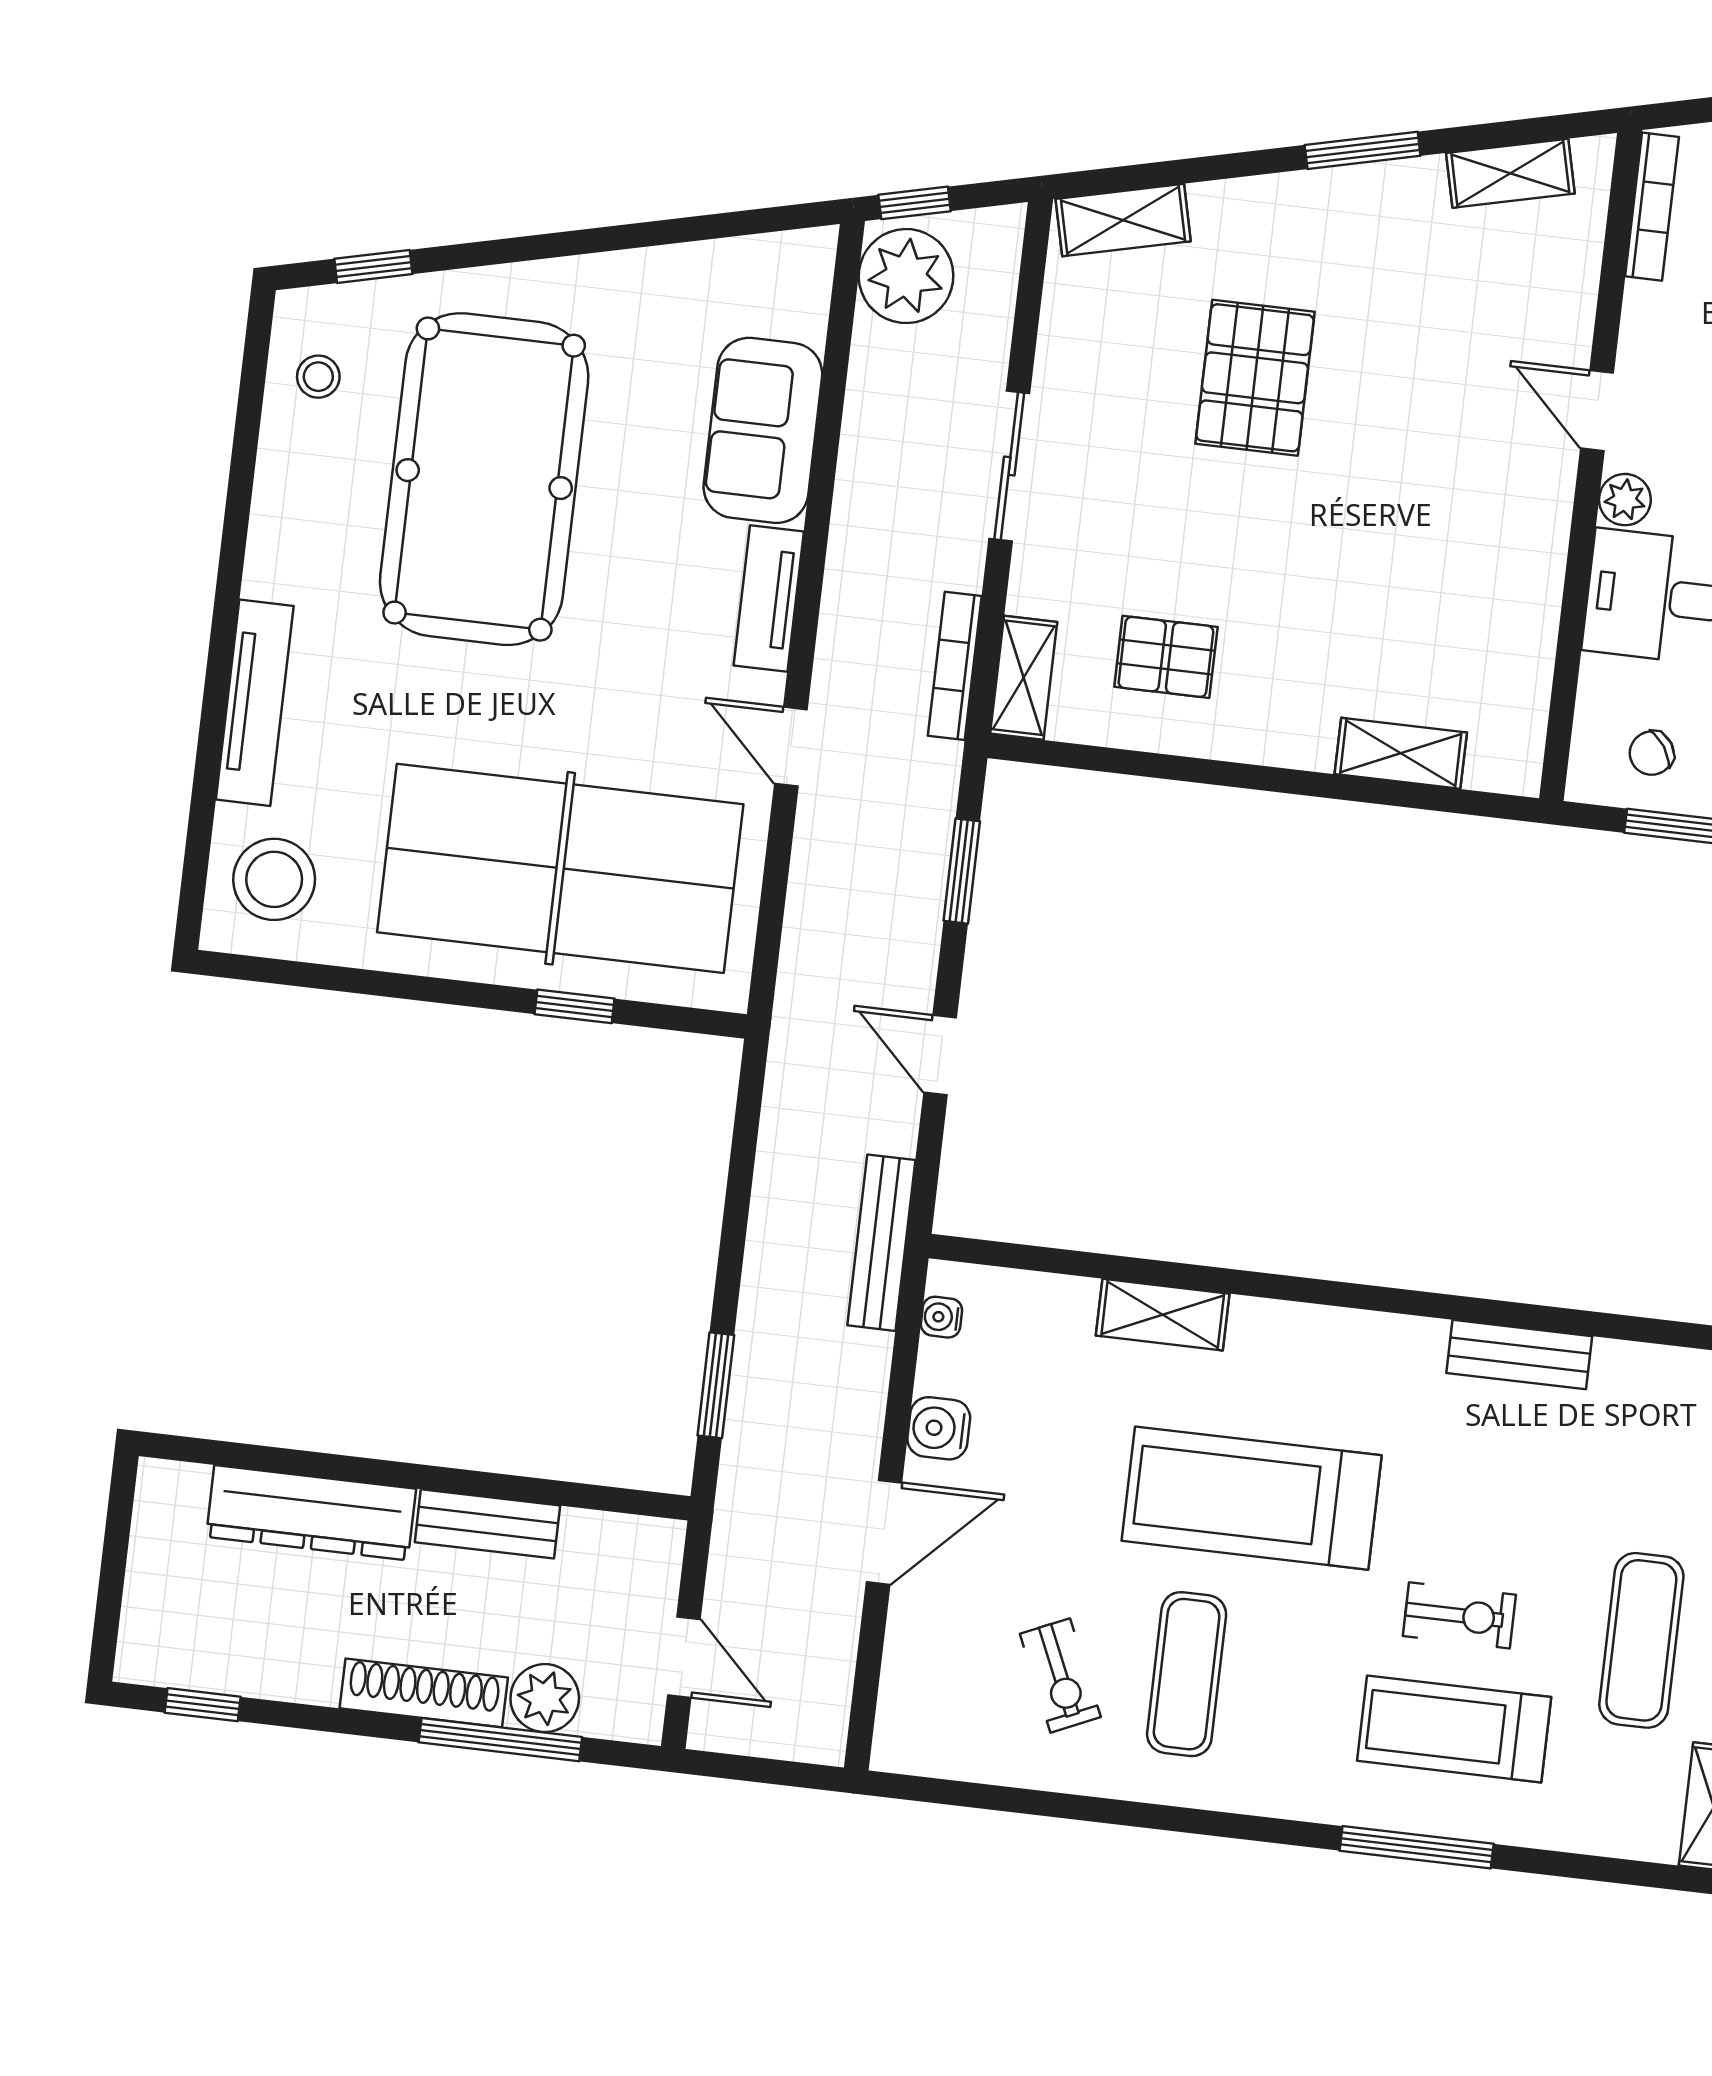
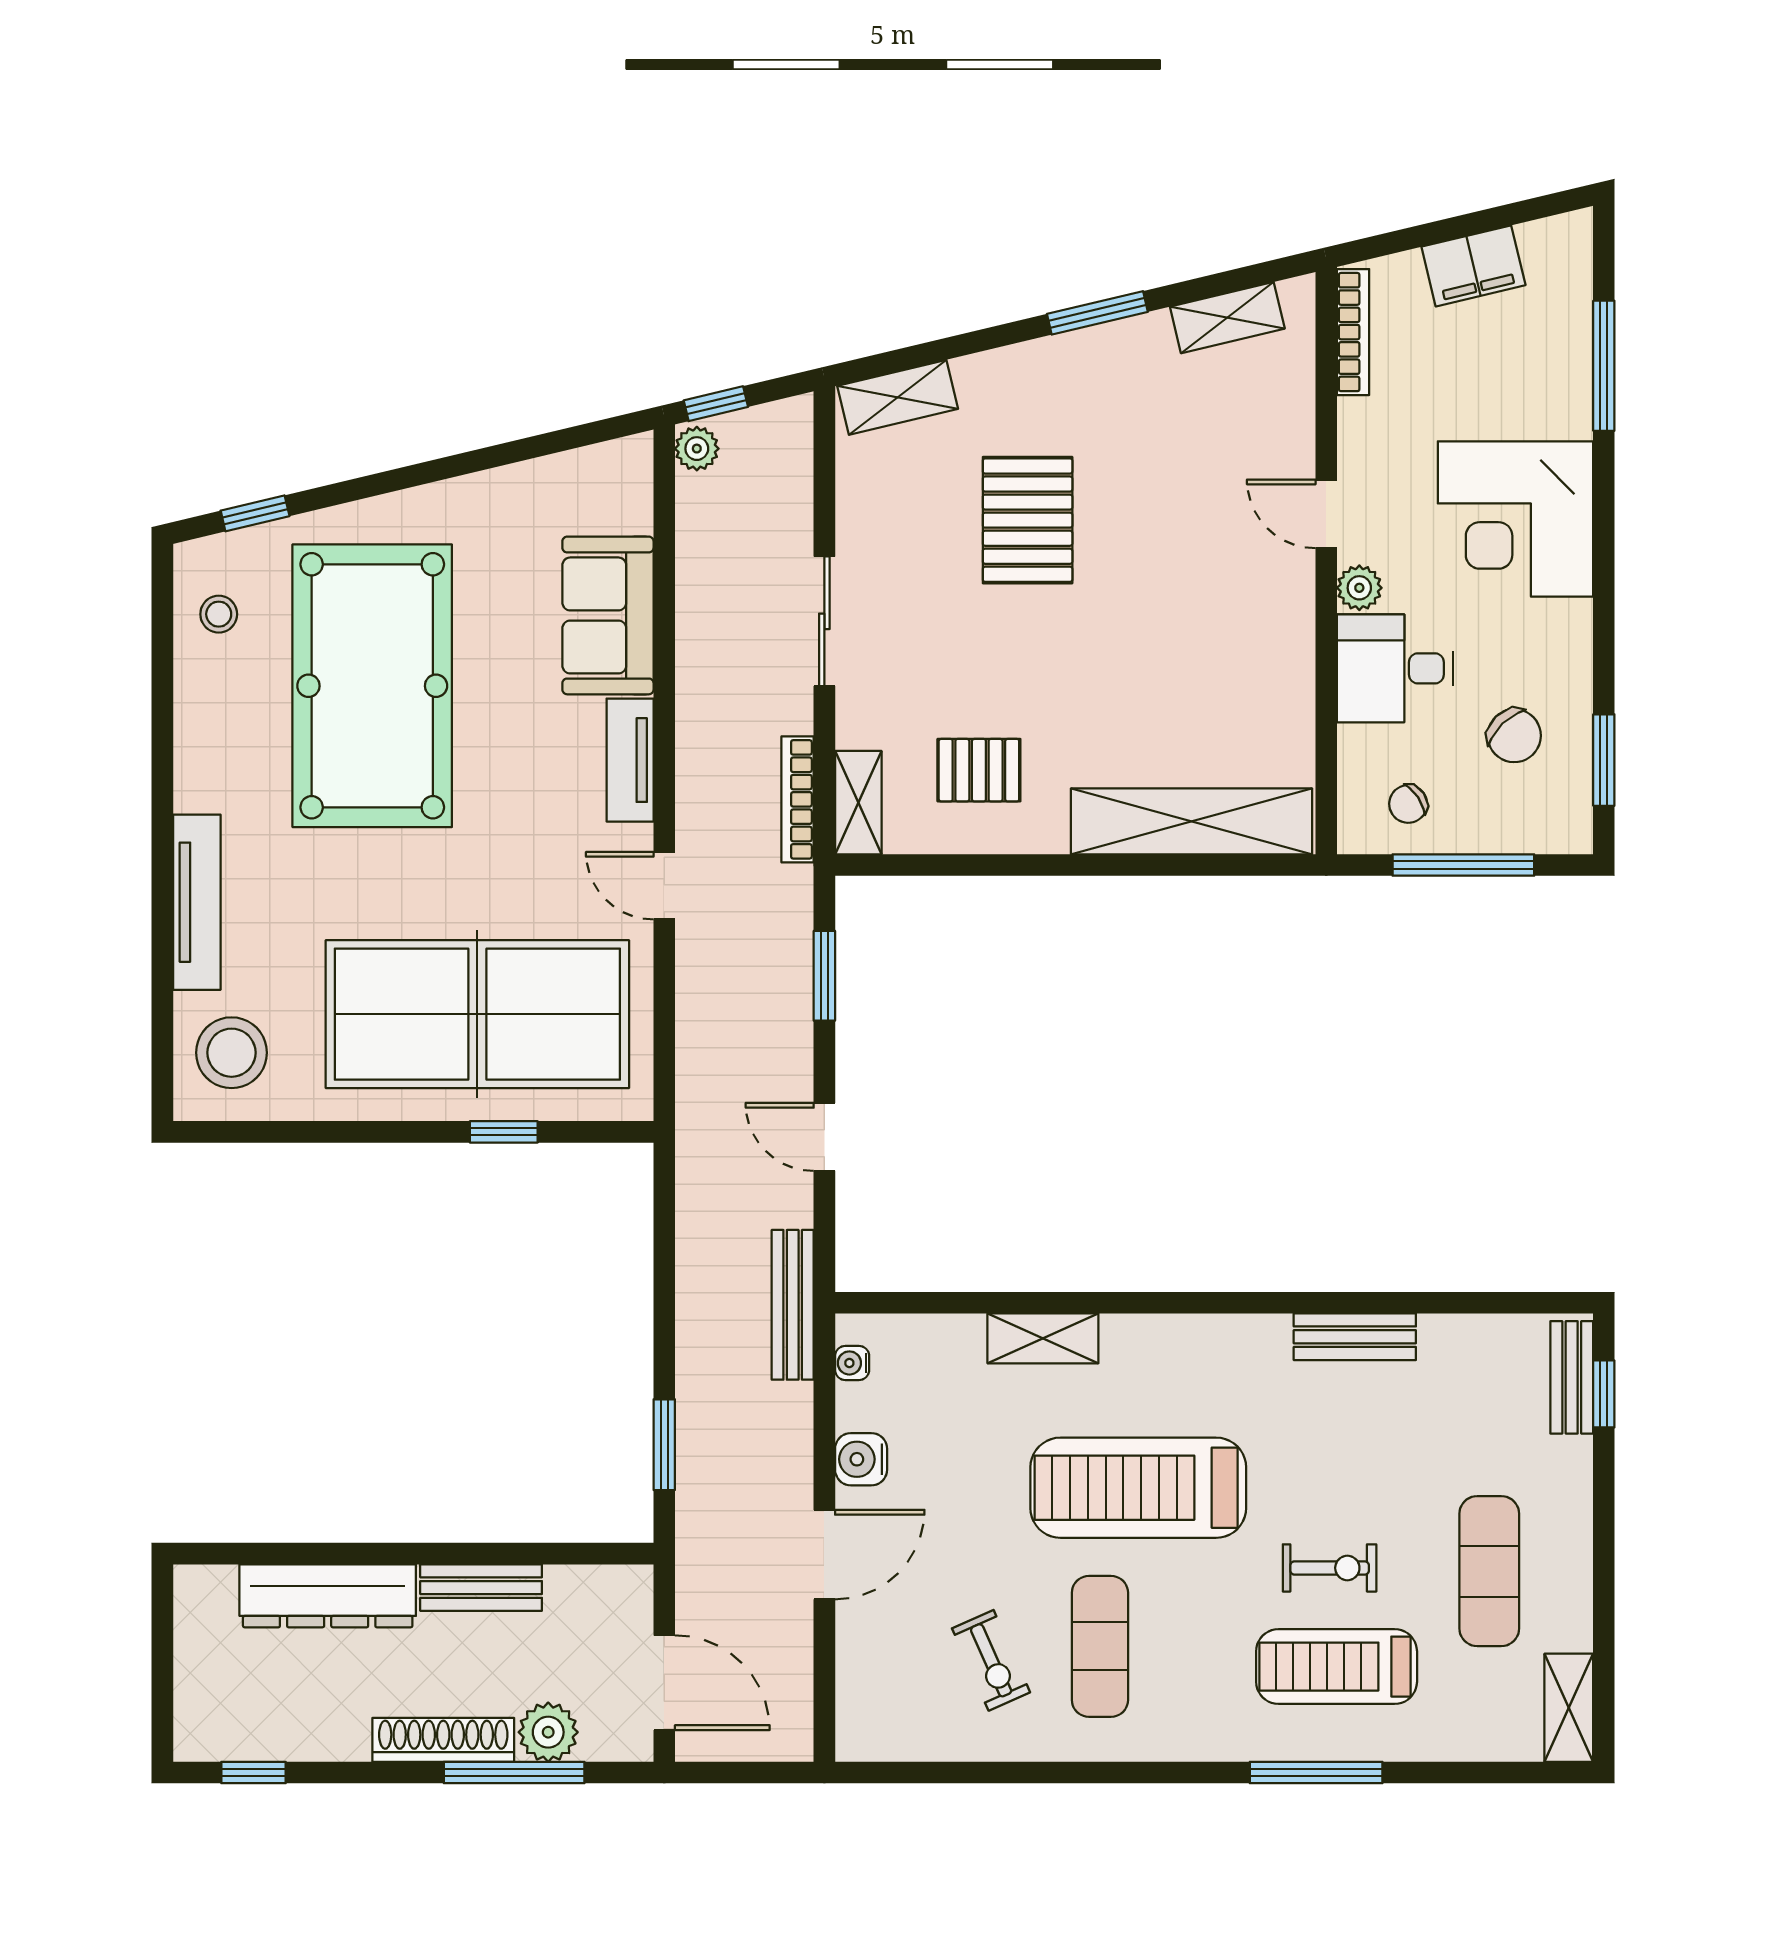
plant: (906, 276) -> (697, 449), width x0.53, depth x0.53
shelving: (1401, 753) -> (1192, 821), width x2.20, depth x1.33
door: (684, 1657) -> (664, 1683), width x1.38

